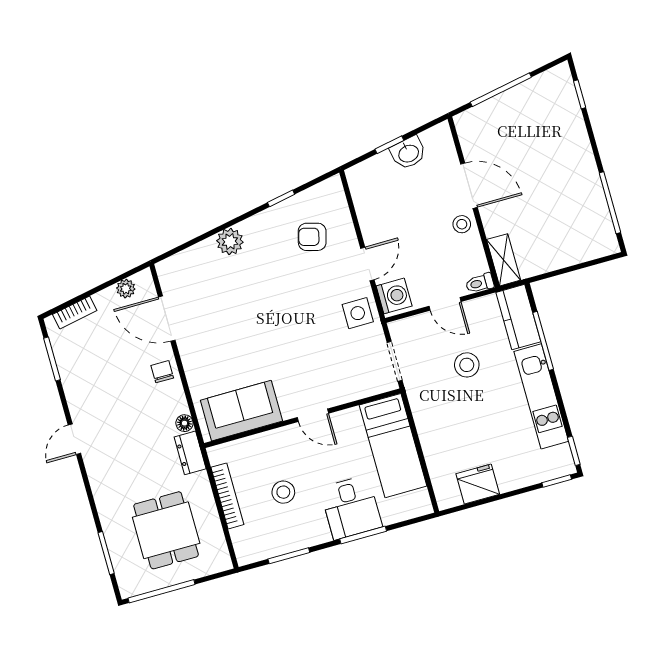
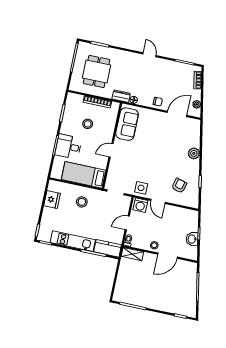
stool: (467, 365) -> (82, 202), moved
dining table: (166, 530) -> (96, 72), turned 90

